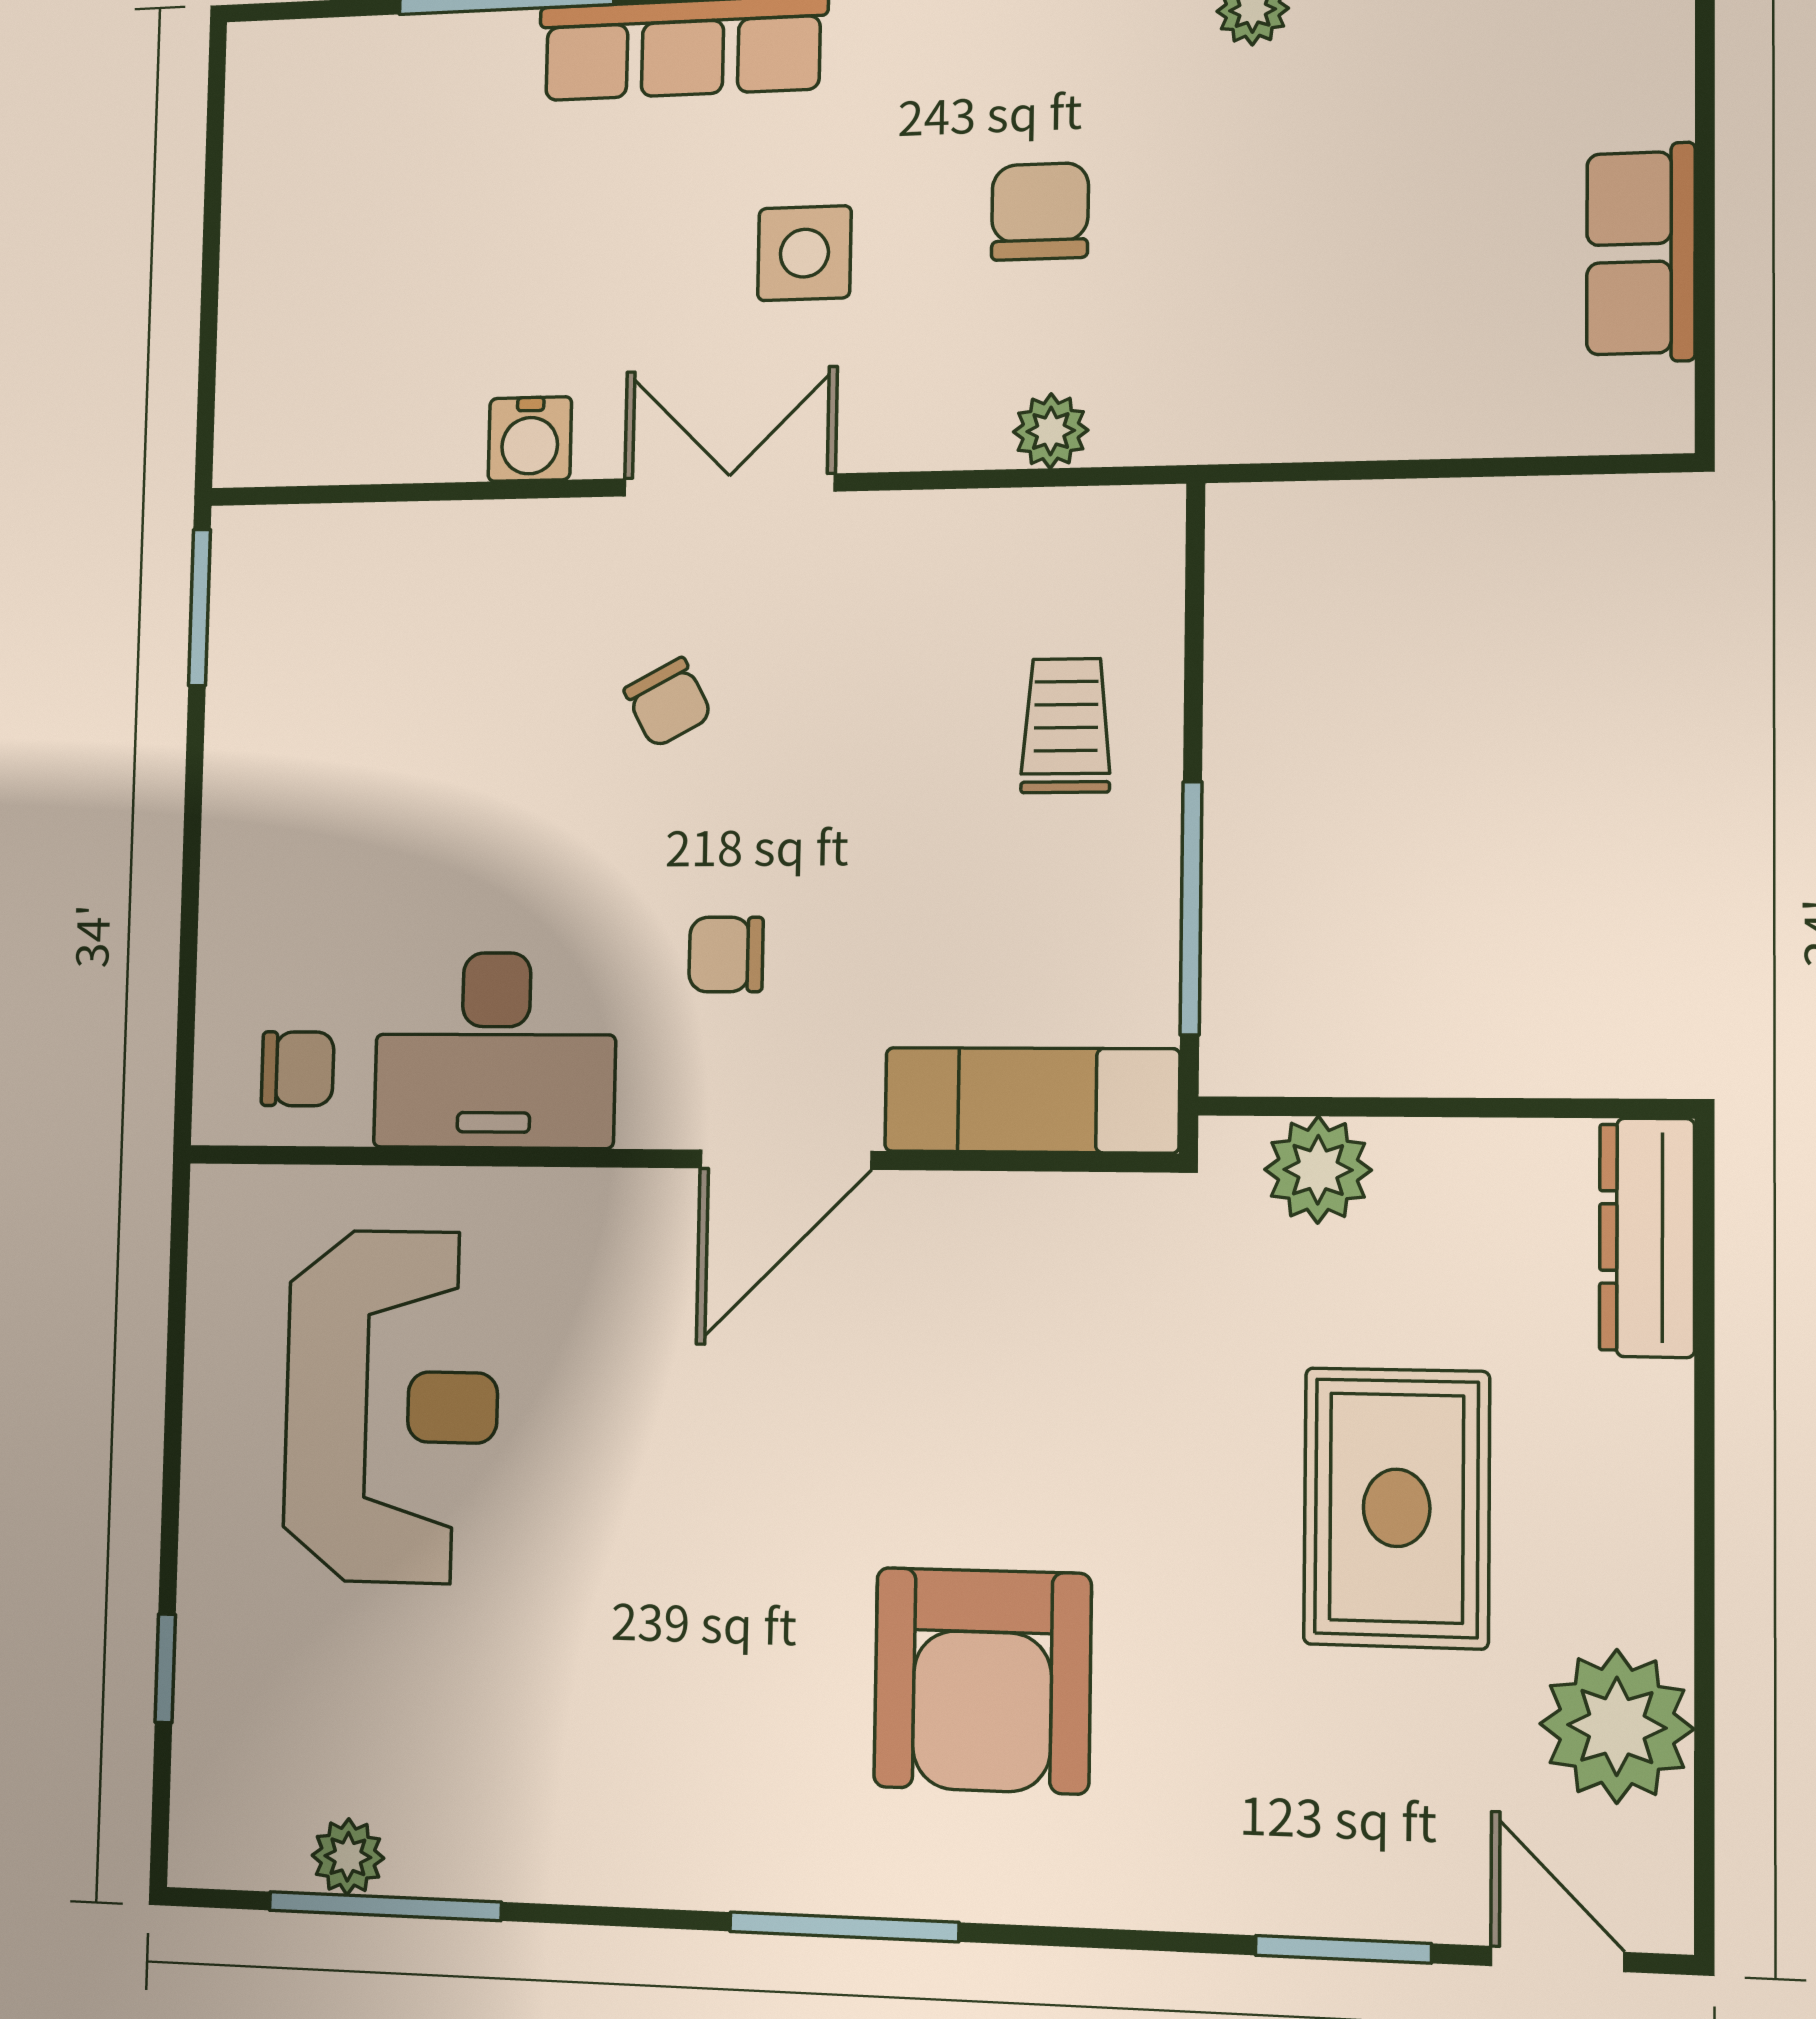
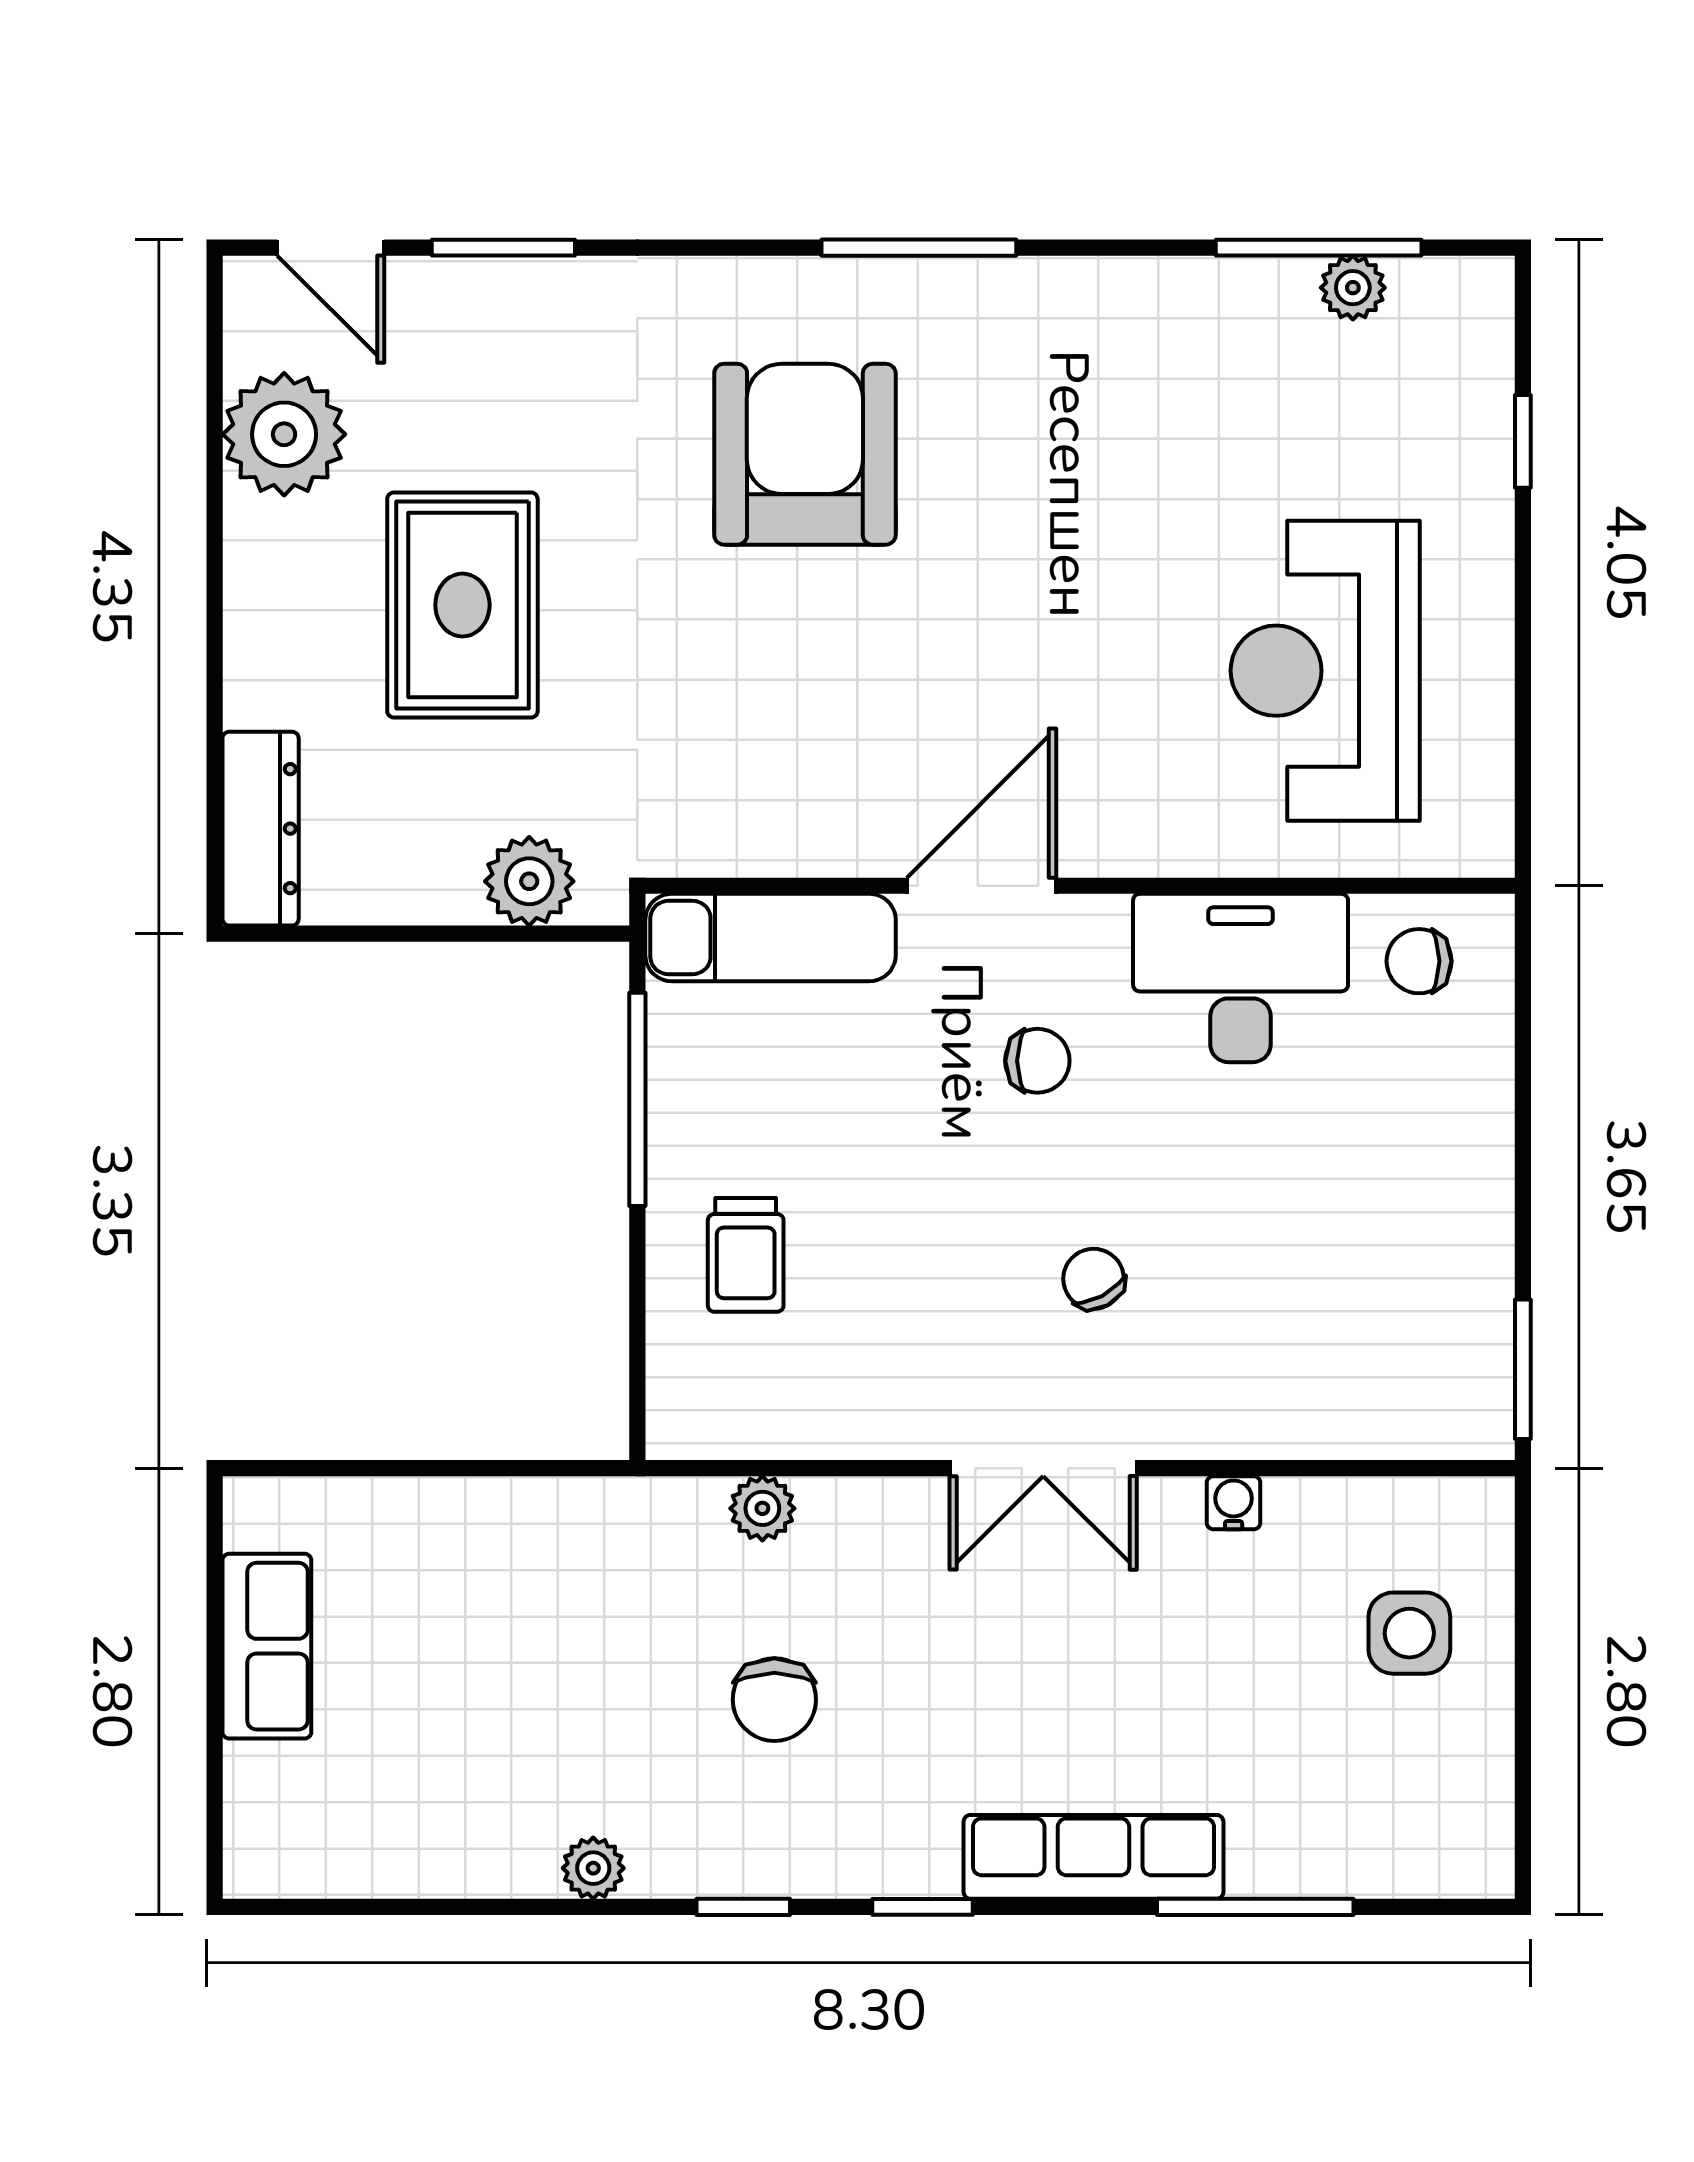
side table: (804, 253) -> (1409, 1633), moved
water cooler: (530, 439) -> (1234, 1503), width x0.72, depth x0.72

